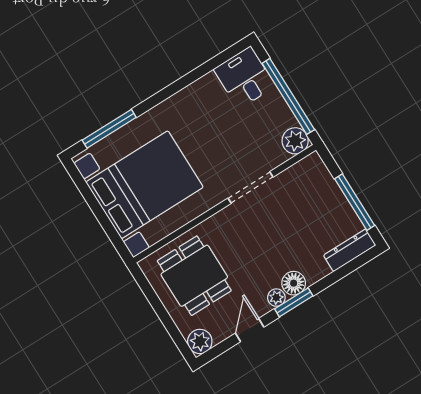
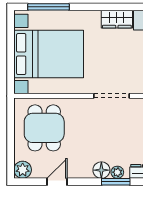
wardrobe: (200, 92) -> (117, 19), added
plant: (276, 298) -> (117, 172), moved
window: (294, 302) -> (116, 182), moved

